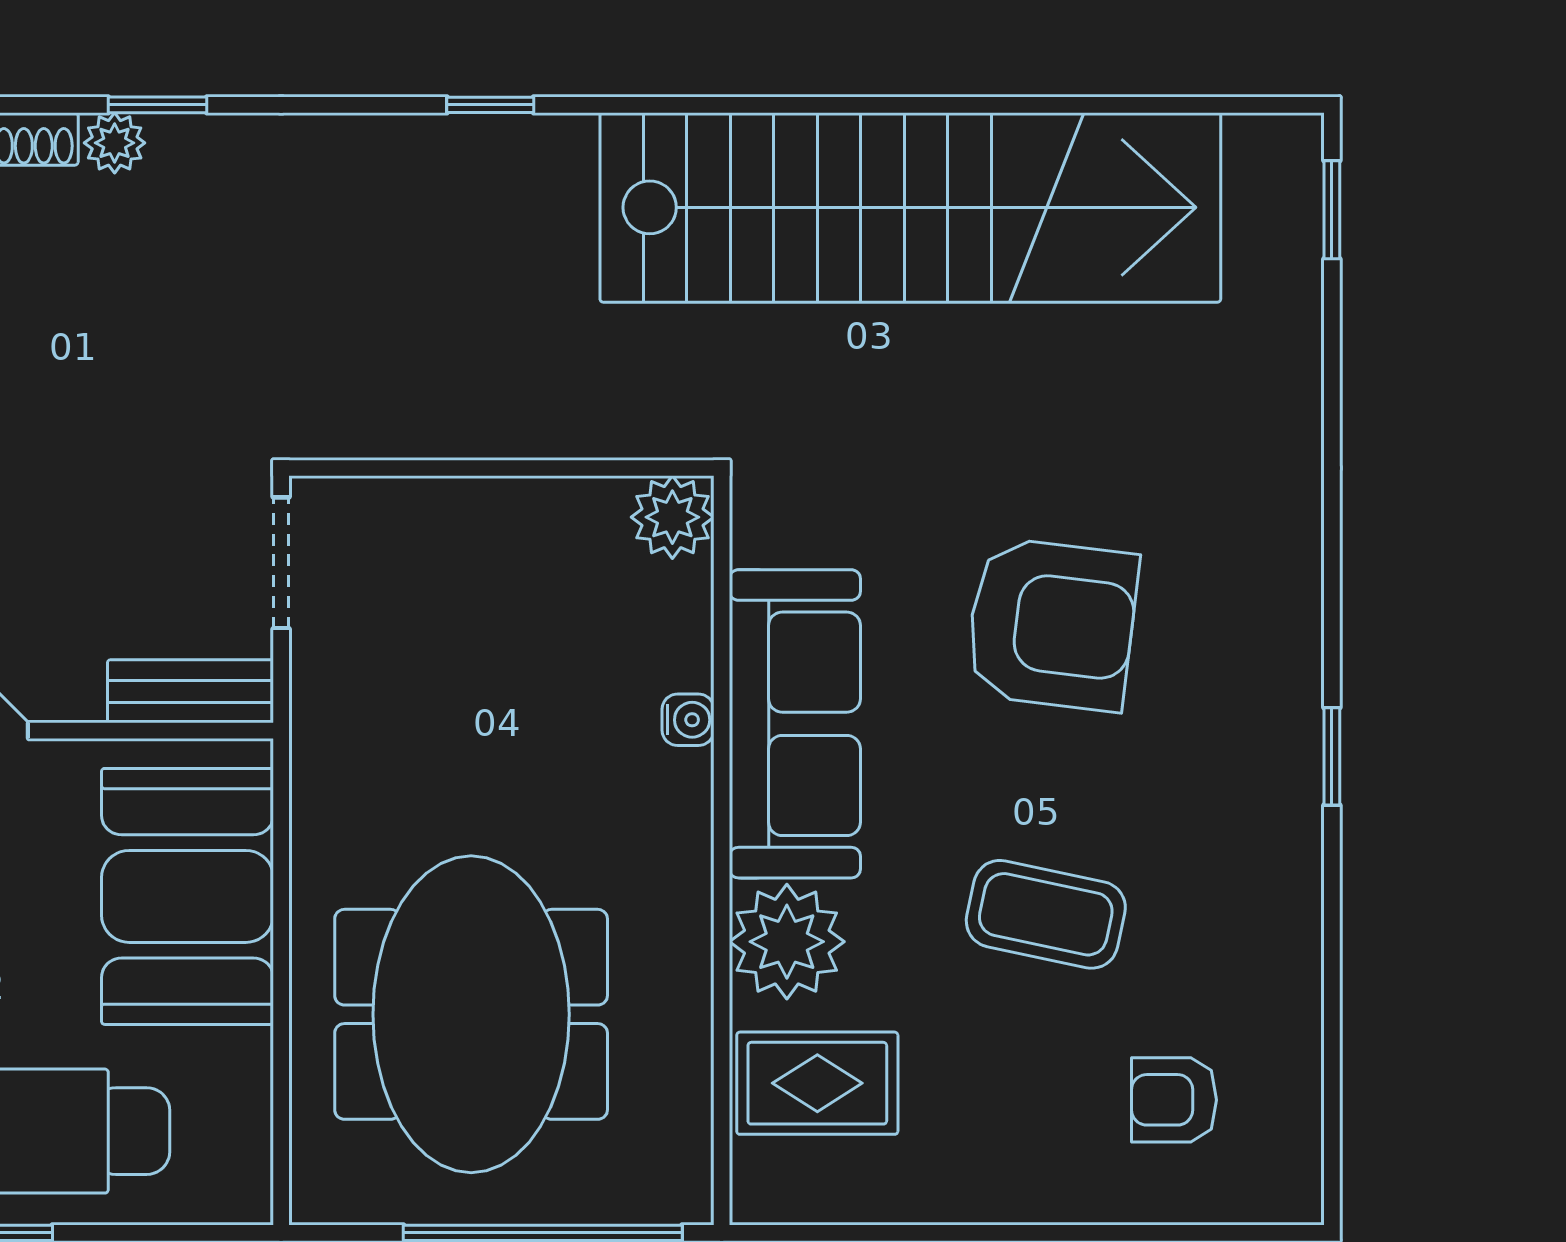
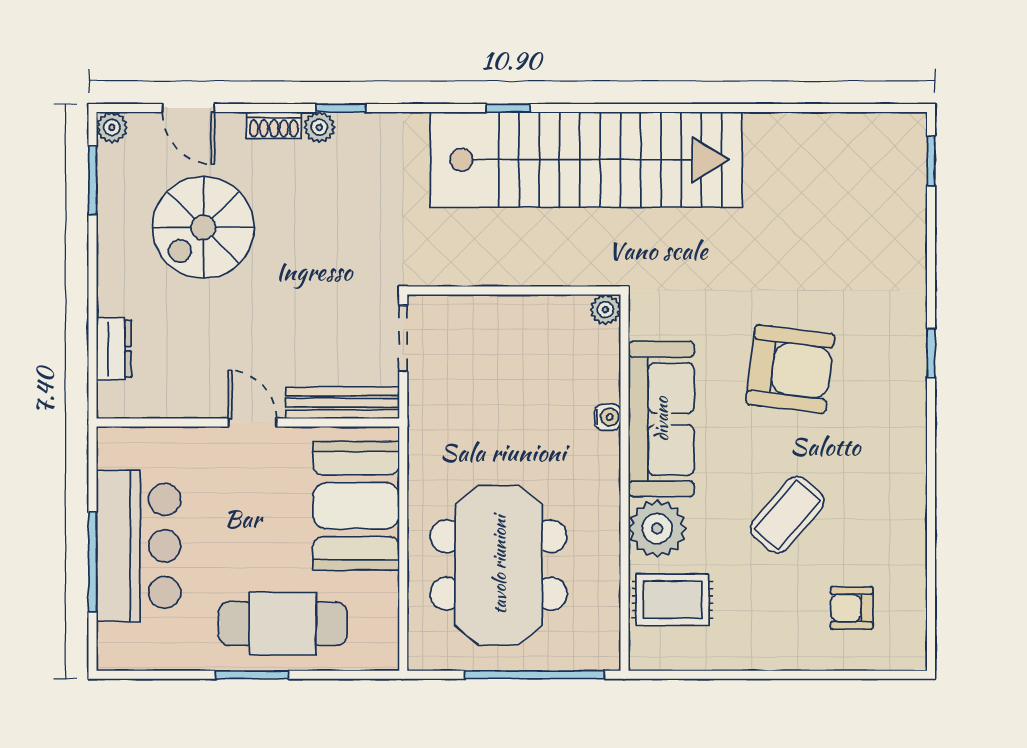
stairs: (910, 207) -> (586, 160), moved
plant: (672, 517) -> (605, 310), width x0.73, depth x0.73
bench: (190, 691) -> (342, 403), width x1.36
window: (1332, 756) -> (931, 353), moved
coffee table: (1046, 914) -> (787, 515), turned -61

